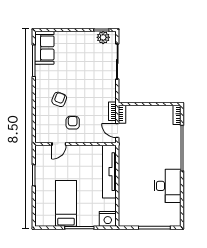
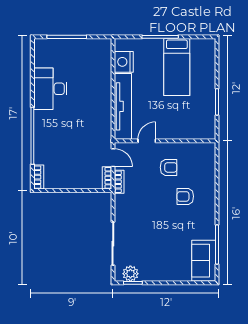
armchair: (59, 99) -> (185, 196), turned 69
armchair: (73, 123) -> (169, 167), turned -90
door: (59, 144) -> (147, 141), moved
nightstand: (108, 219) -> (124, 62), moved, turned -90

